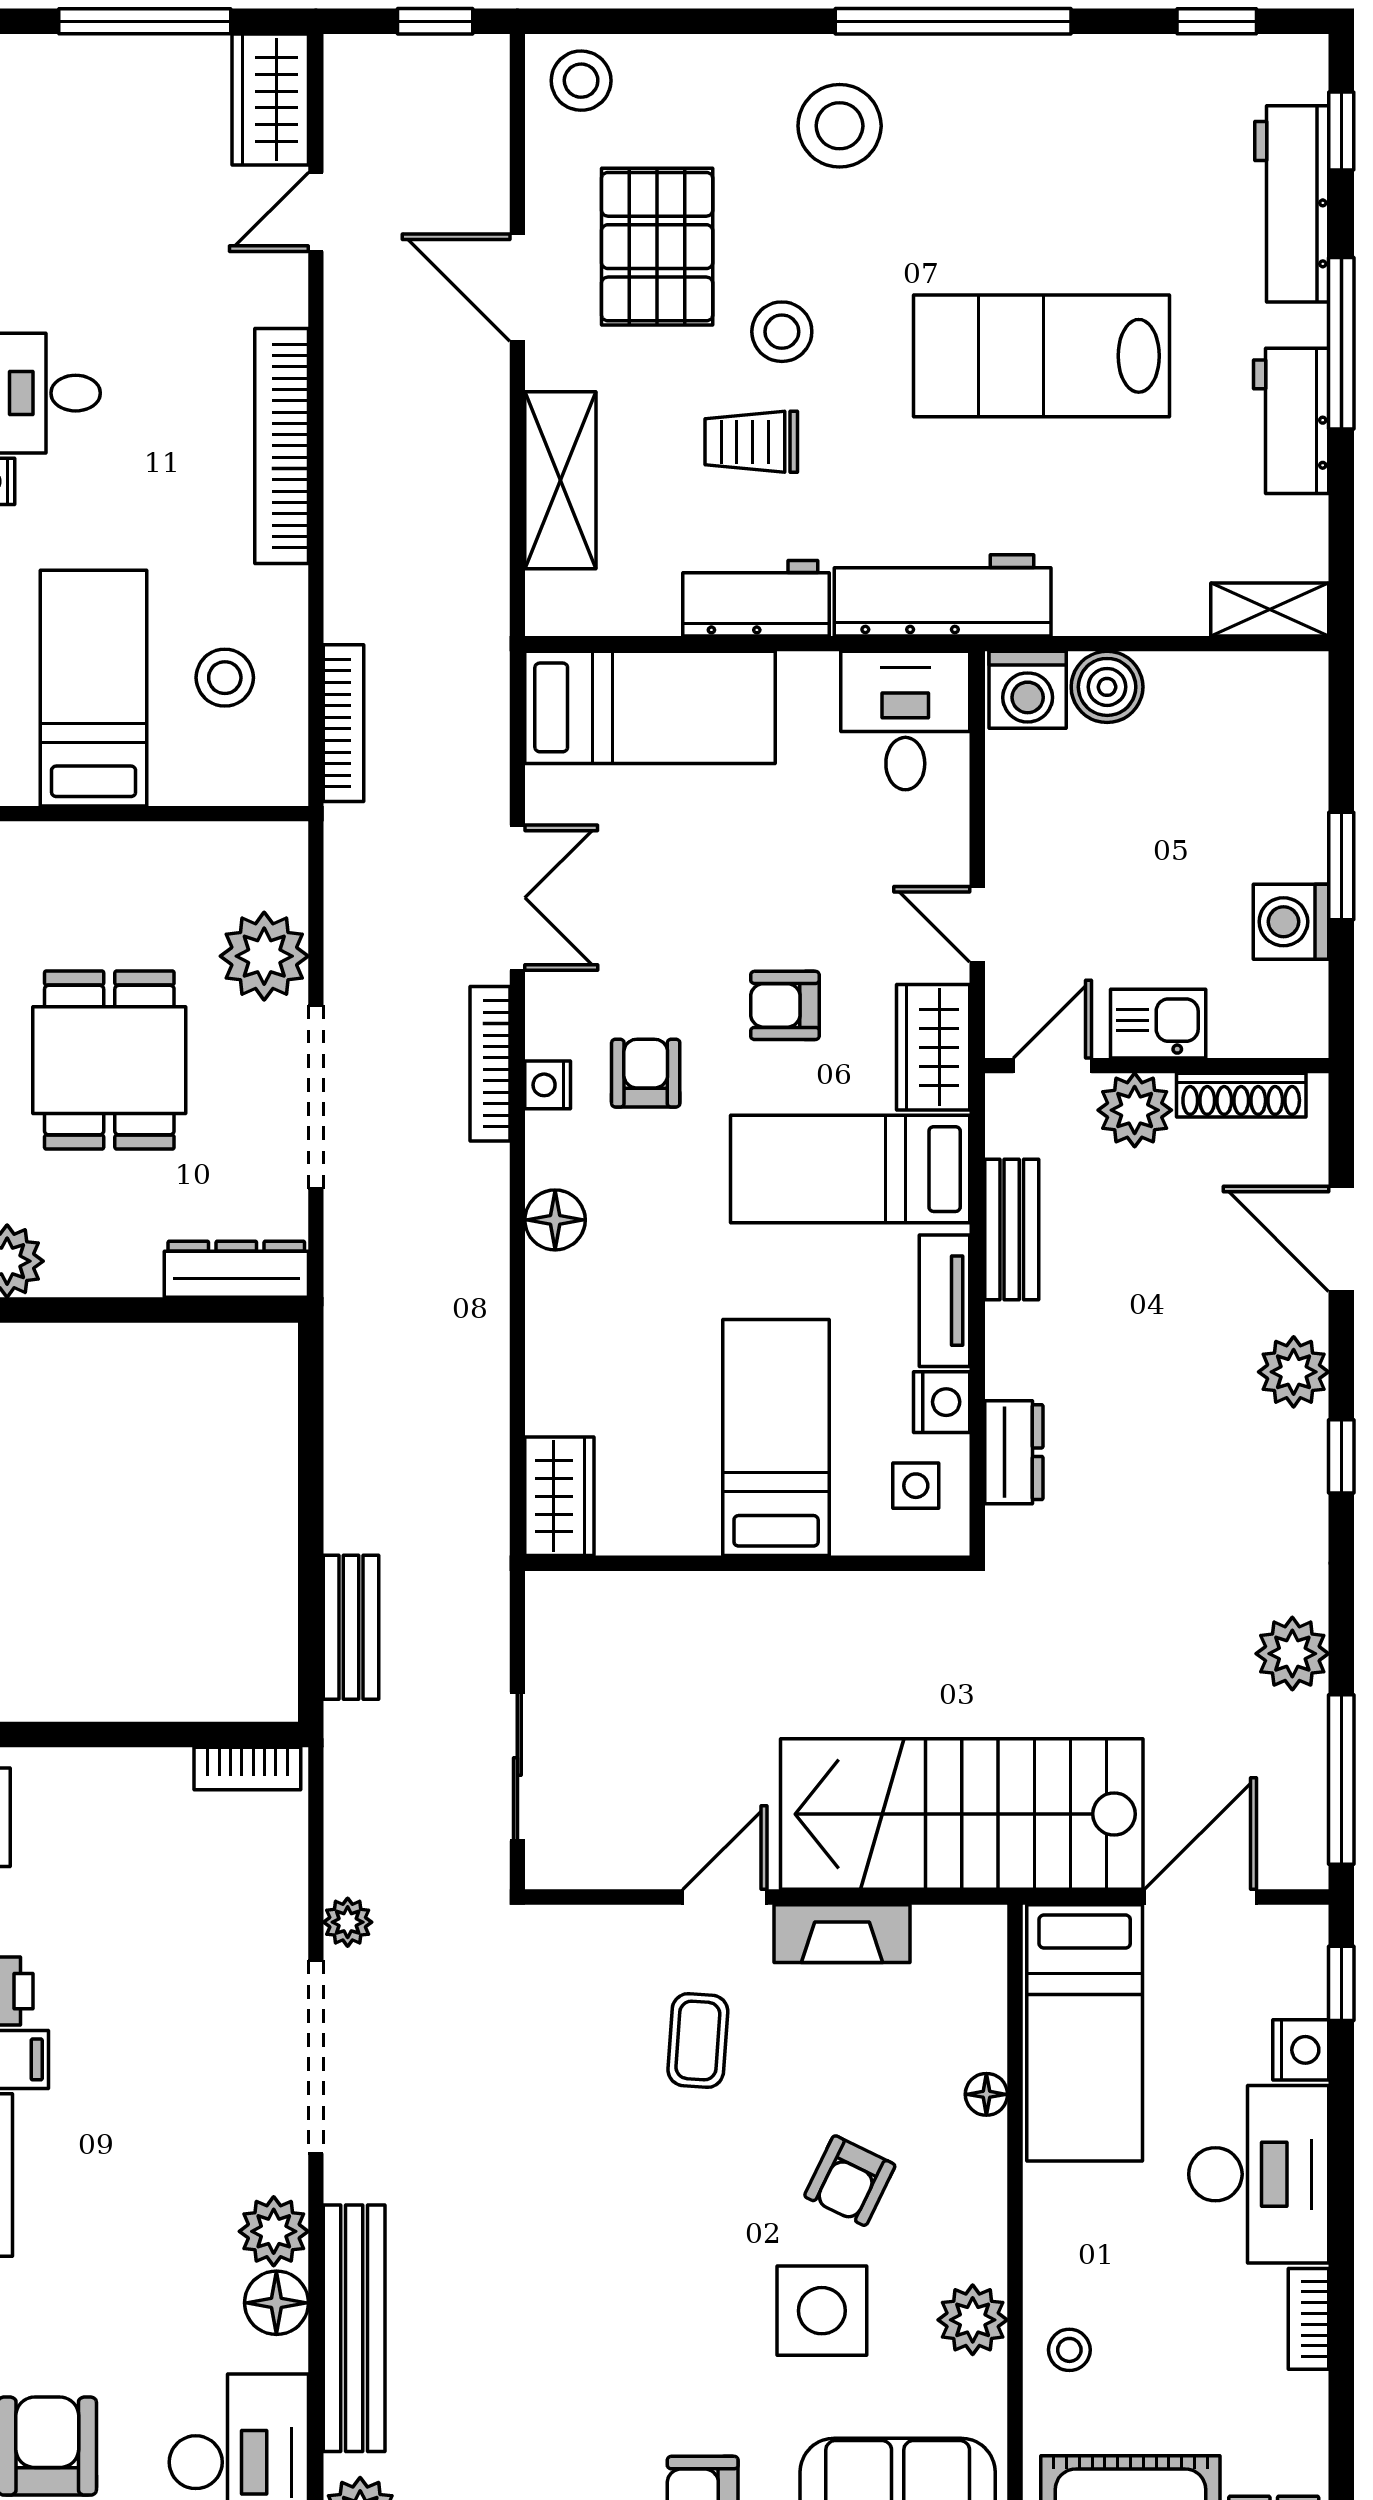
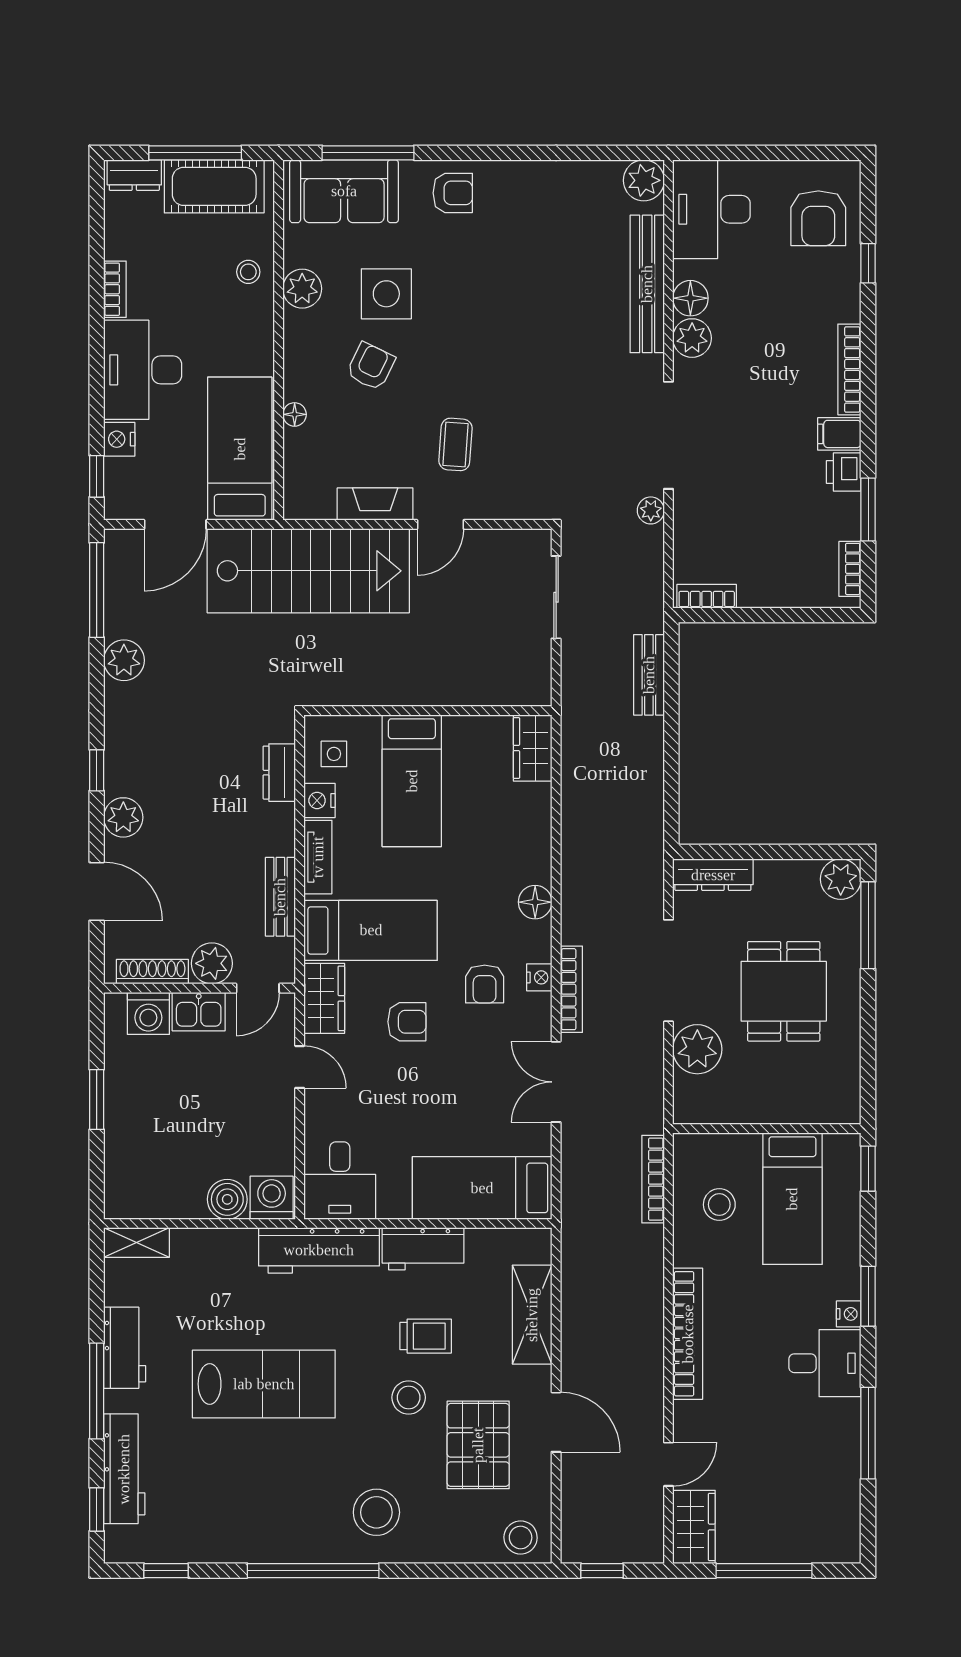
washing machine: (1291, 922) -> (148, 1013), moved, turned 90

